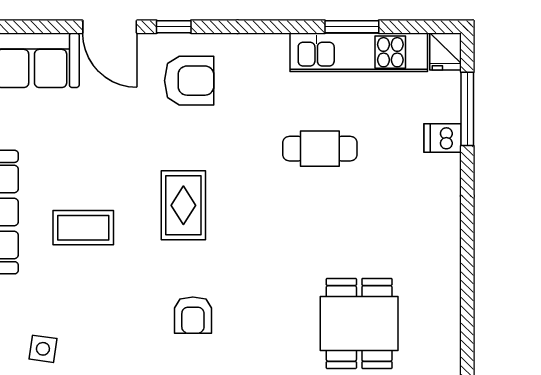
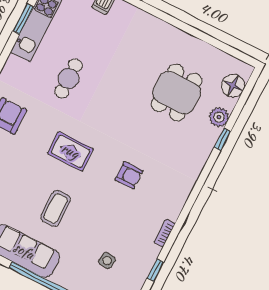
cafe table: (320, 149) -> (69, 78), moved
dining table: (359, 323) -> (177, 93), turned 90

